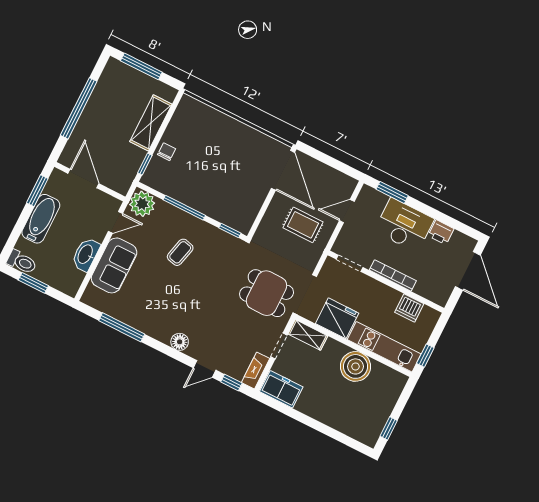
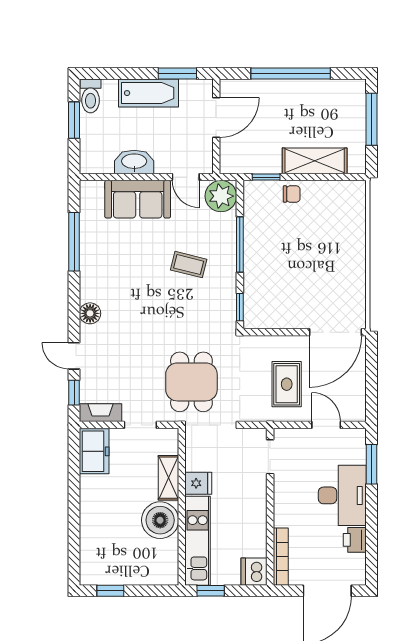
bookcase: (393, 275) -> (281, 557), moved
dishwasher: (409, 308) -> (254, 572), moved
fridge: (337, 318) -> (198, 483), width x0.53, depth x0.75
shelving: (308, 335) -> (168, 478), moved

